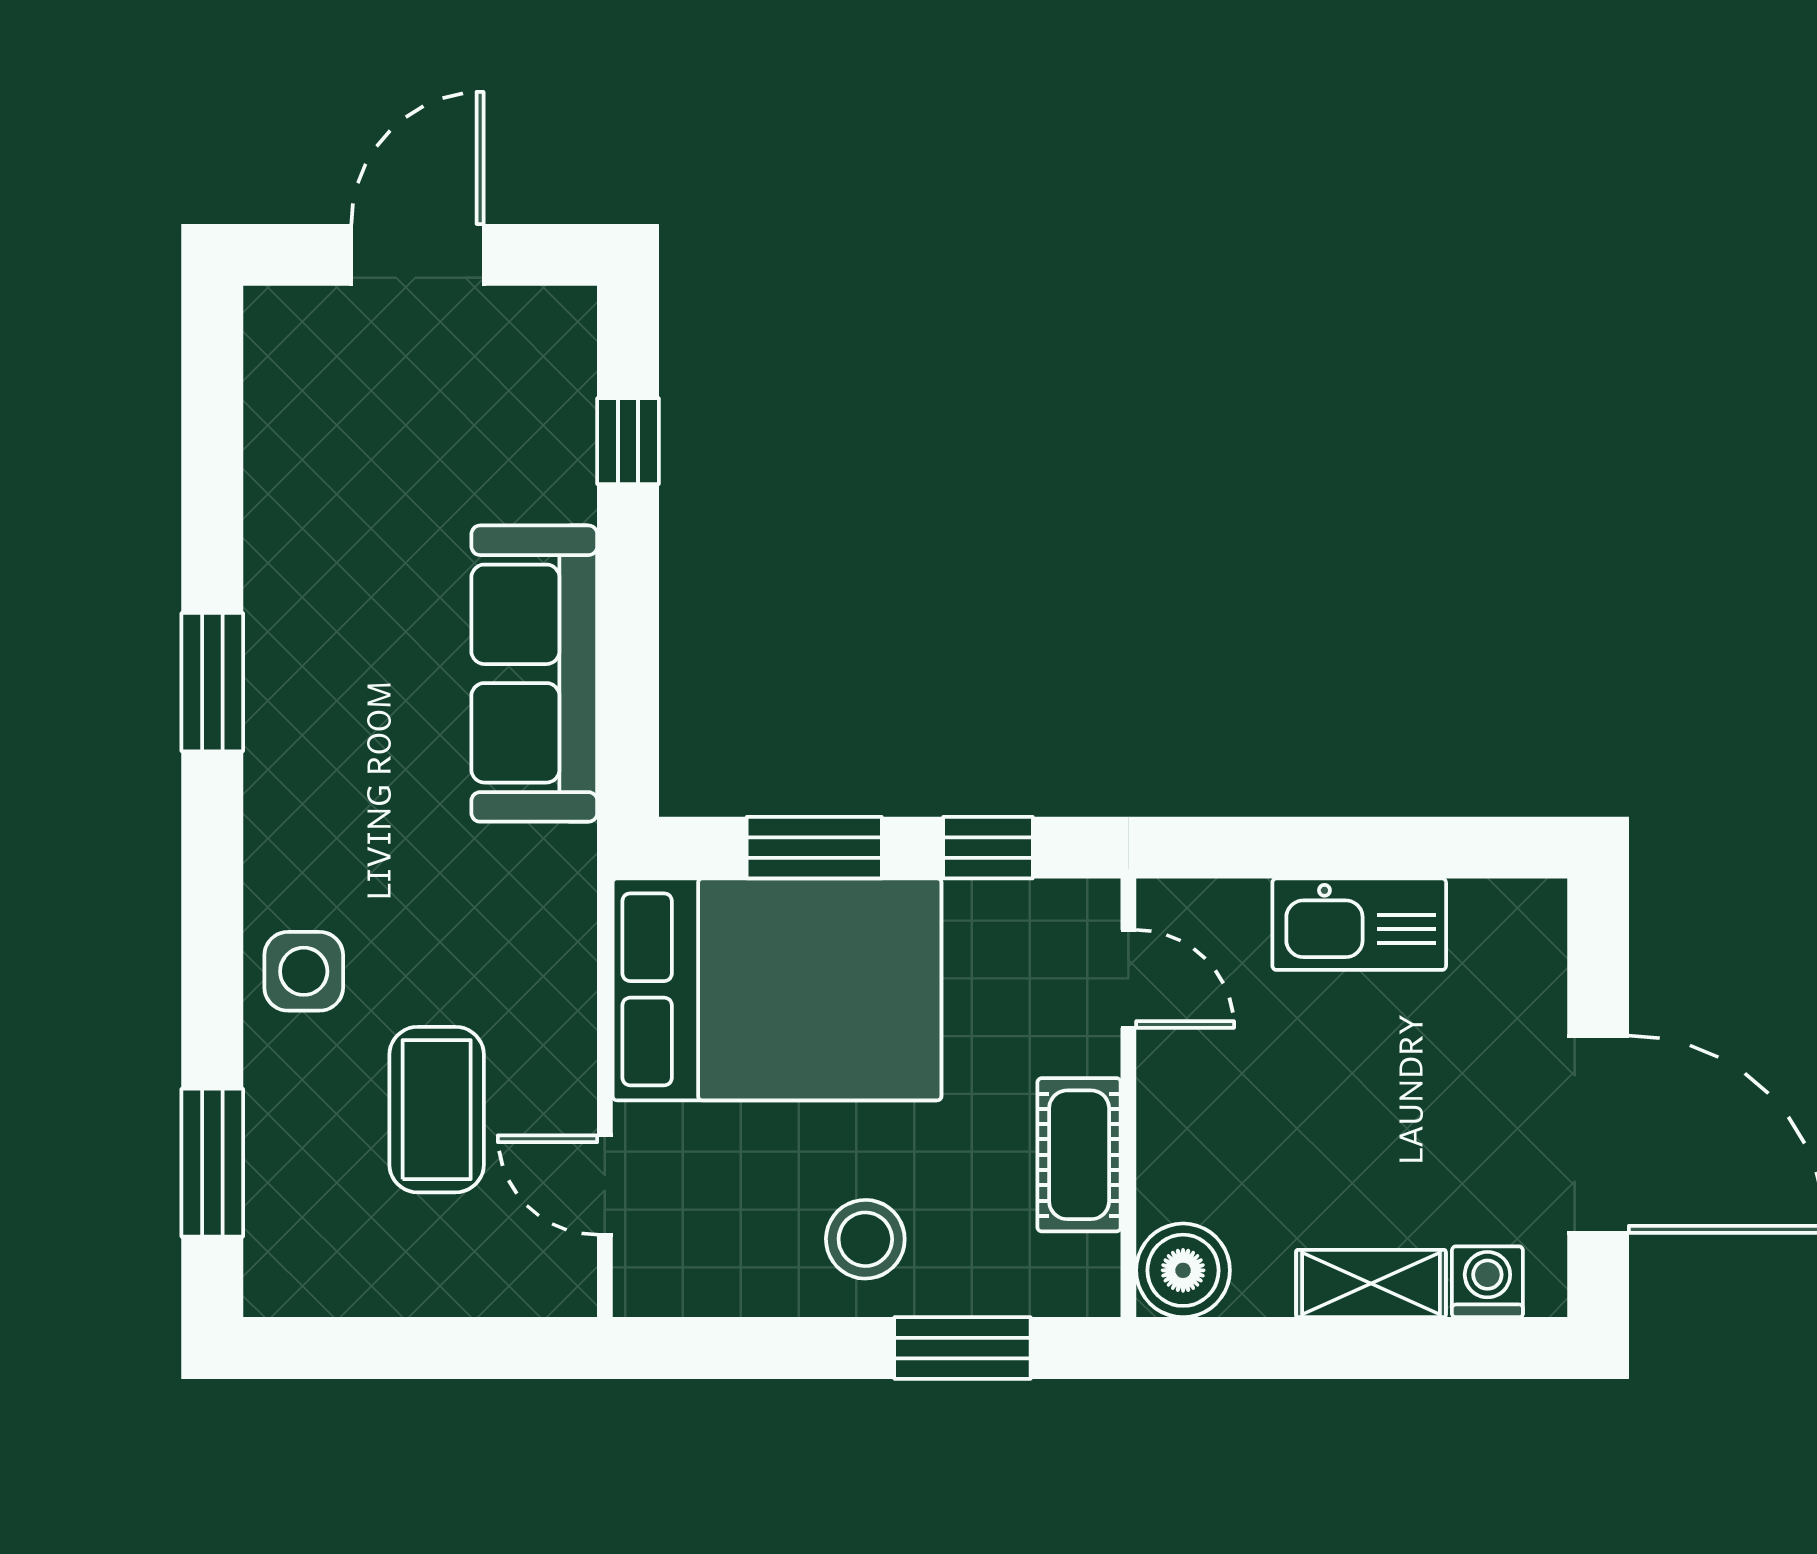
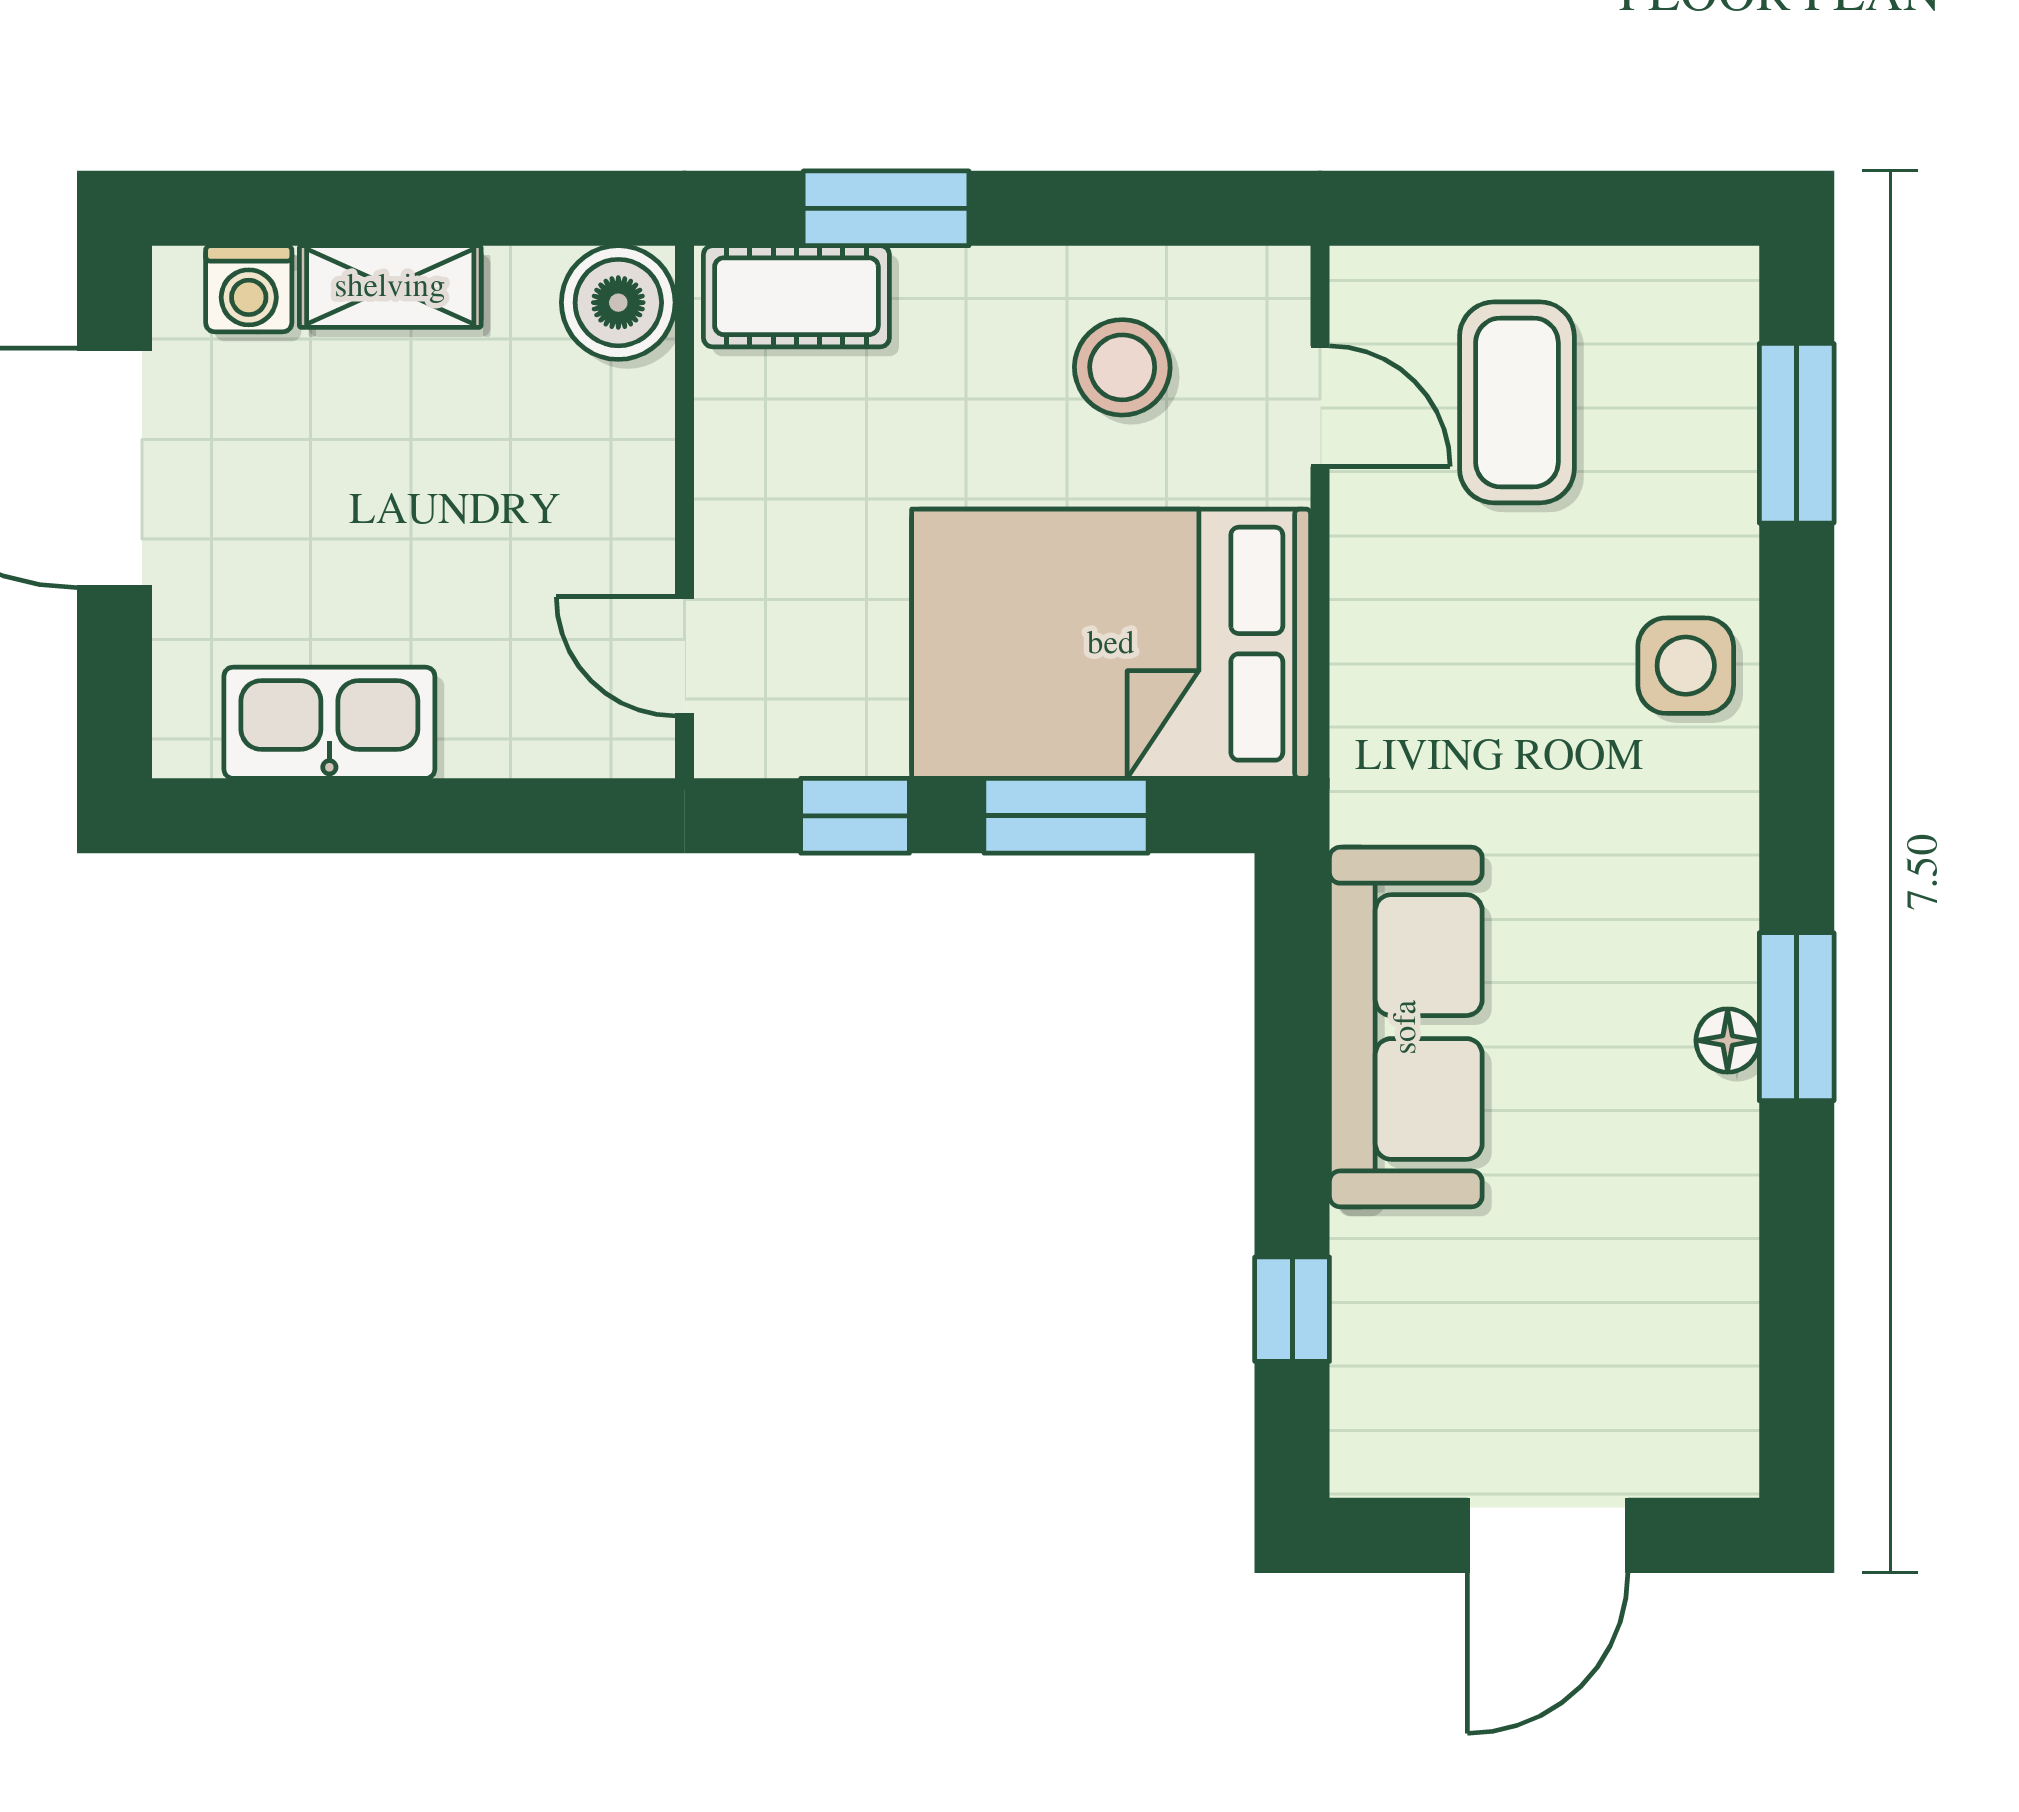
floor lamp: (269, 662) -> (1728, 1040), added
kitchen sink: (1359, 924) -> (329, 723), moved
coffee table: (437, 1110) -> (1517, 402), moved
cot: (1079, 1155) -> (796, 296), moved, turned 90
stool: (865, 1239) -> (1122, 367), moved

